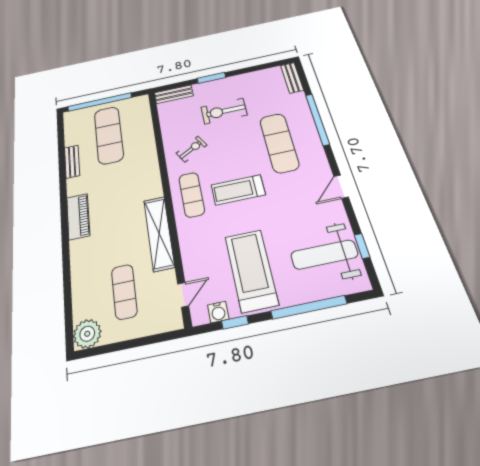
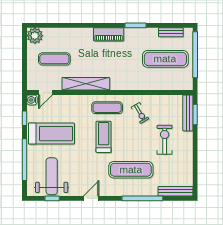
window: (211, 78) -> (195, 115), moved
bench: (292, 78) -> (176, 191), width x1.36
bench: (174, 94) -> (188, 113), width x1.36
bench: (72, 162) -> (171, 32), moved
window: (63, 183) -> (135, 25), added
door: (341, 187) -> (91, 198), hinge flipped
door: (183, 295) -> (45, 93), hinge flipped
water cooler: (218, 312) -> (32, 100), moved

